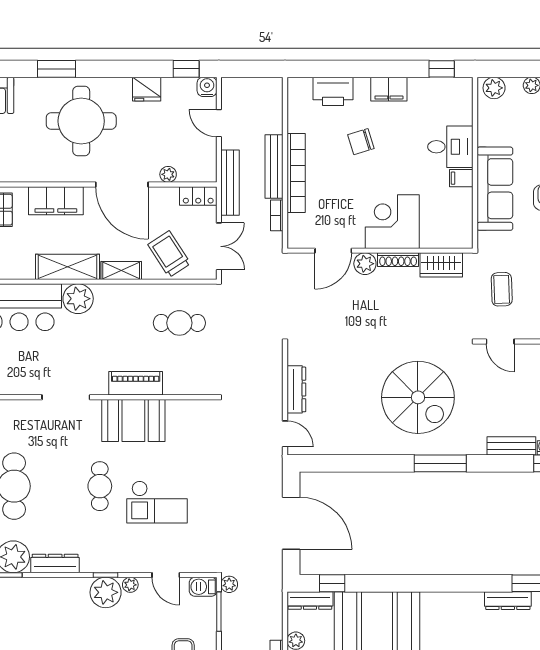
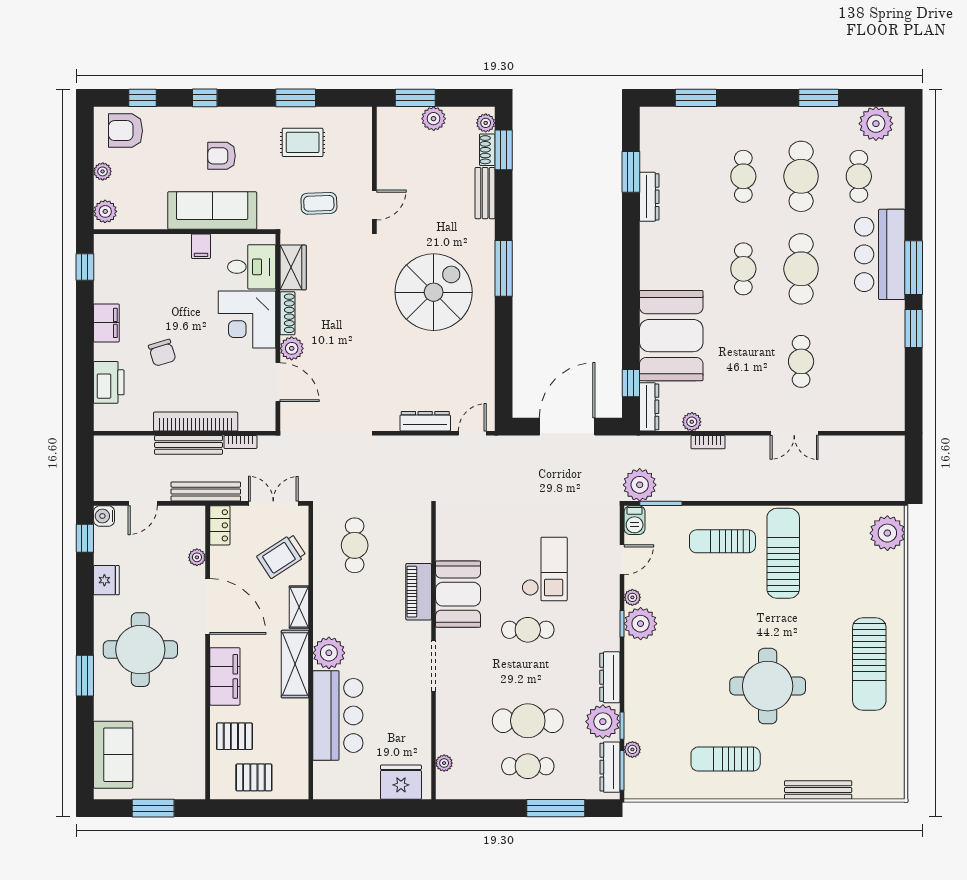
desk: (450, 147) -> (252, 267), moved, turned 90
door: (122, 184) -> (208, 606), hinge flipped
plant: (229, 584) -> (640, 485), width x1.88, depth x1.88

